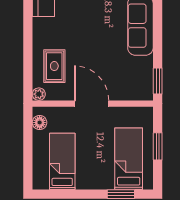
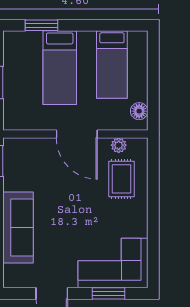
plant: (39, 94) -> (119, 145), moved
bed: (129, 159) -> (60, 68), moved

